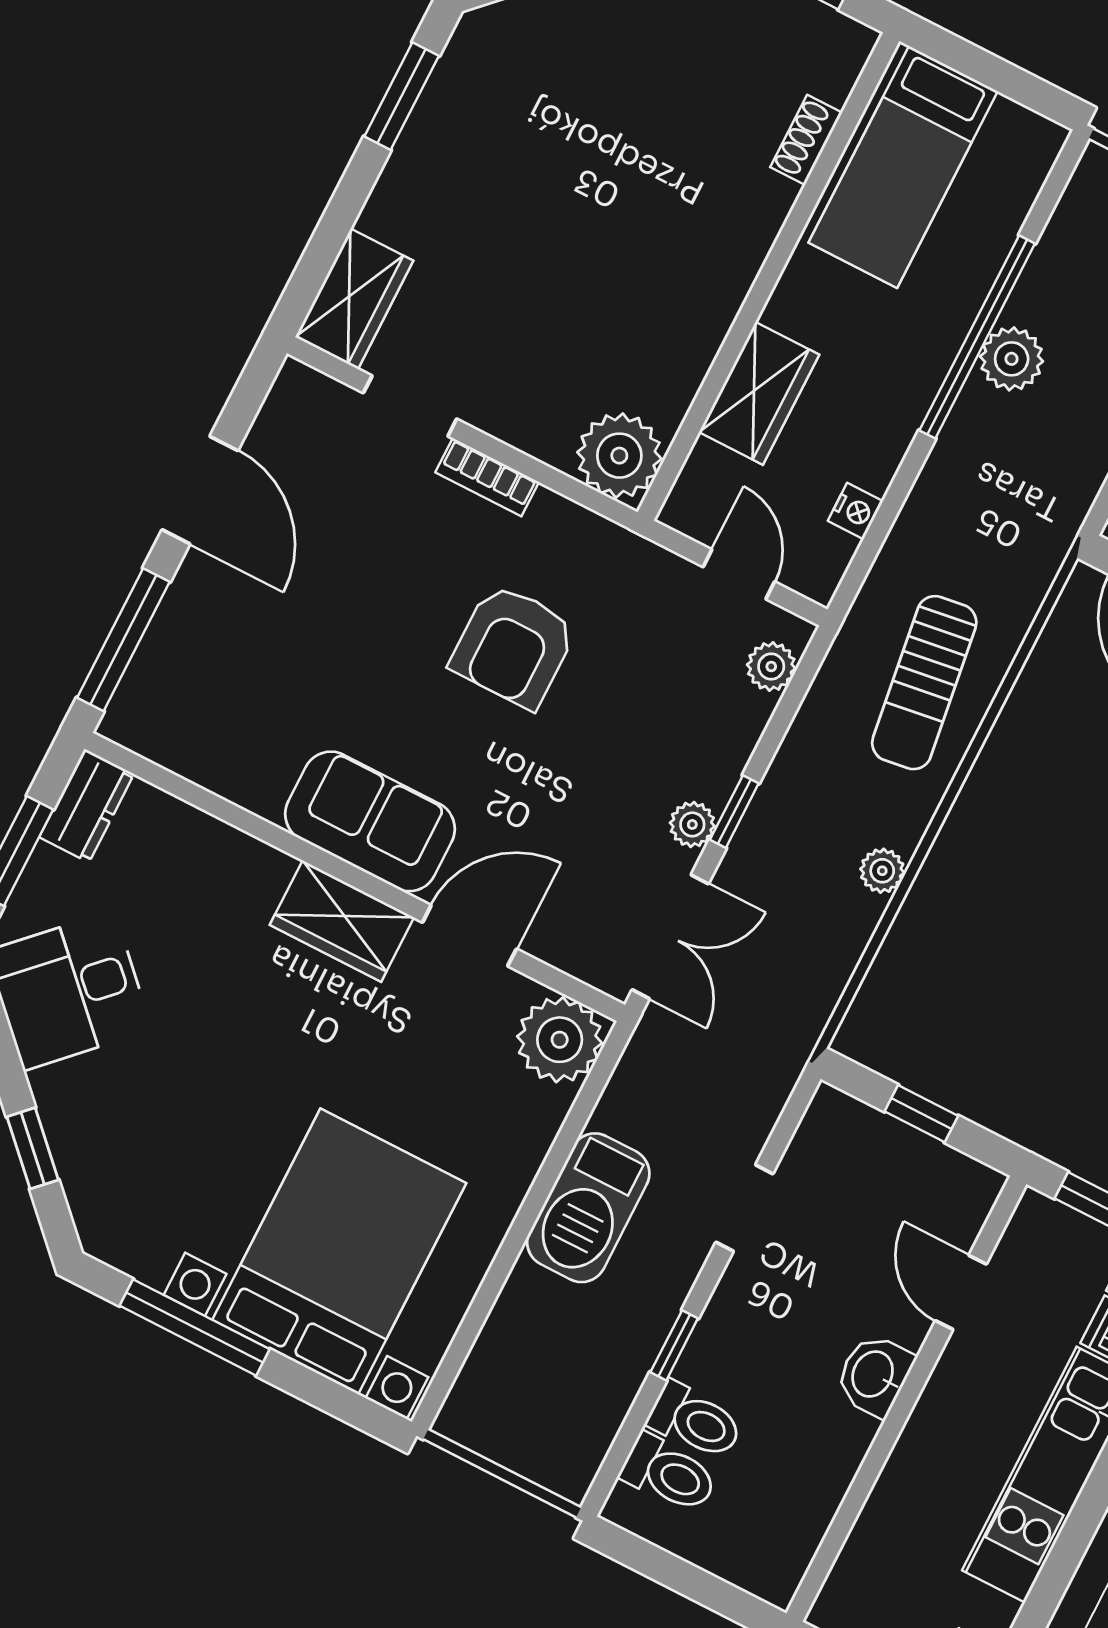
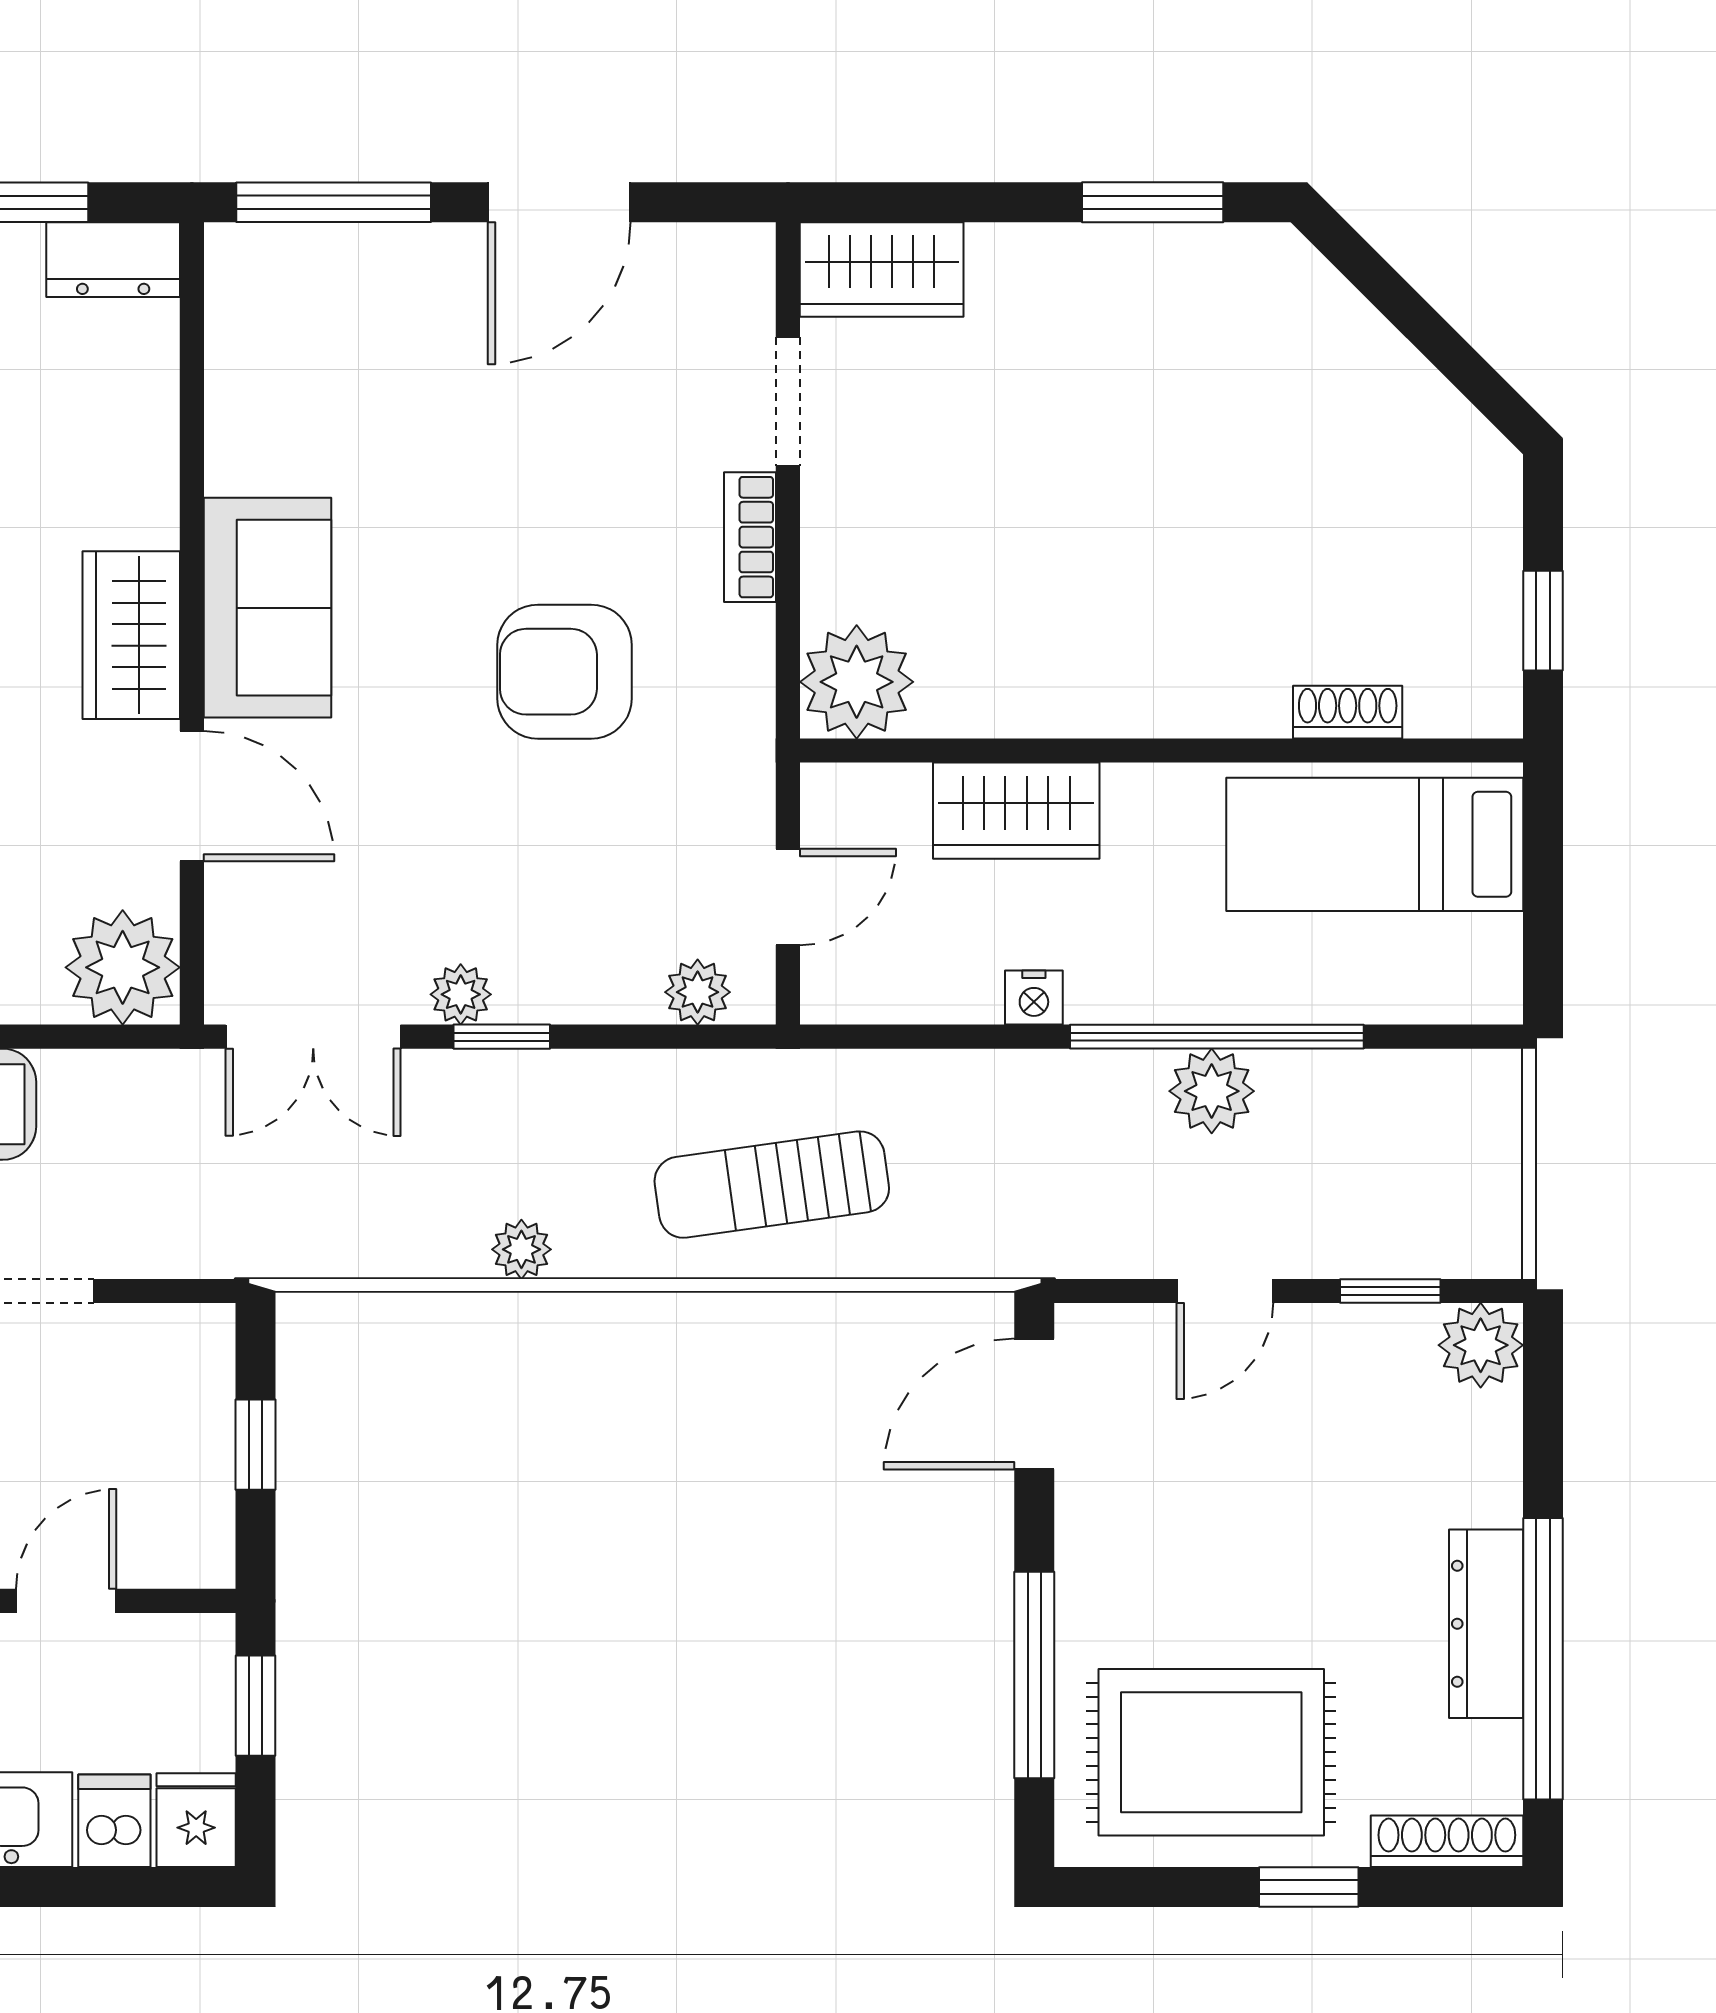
nightstand: (855, 511) -> (1034, 998), moved

